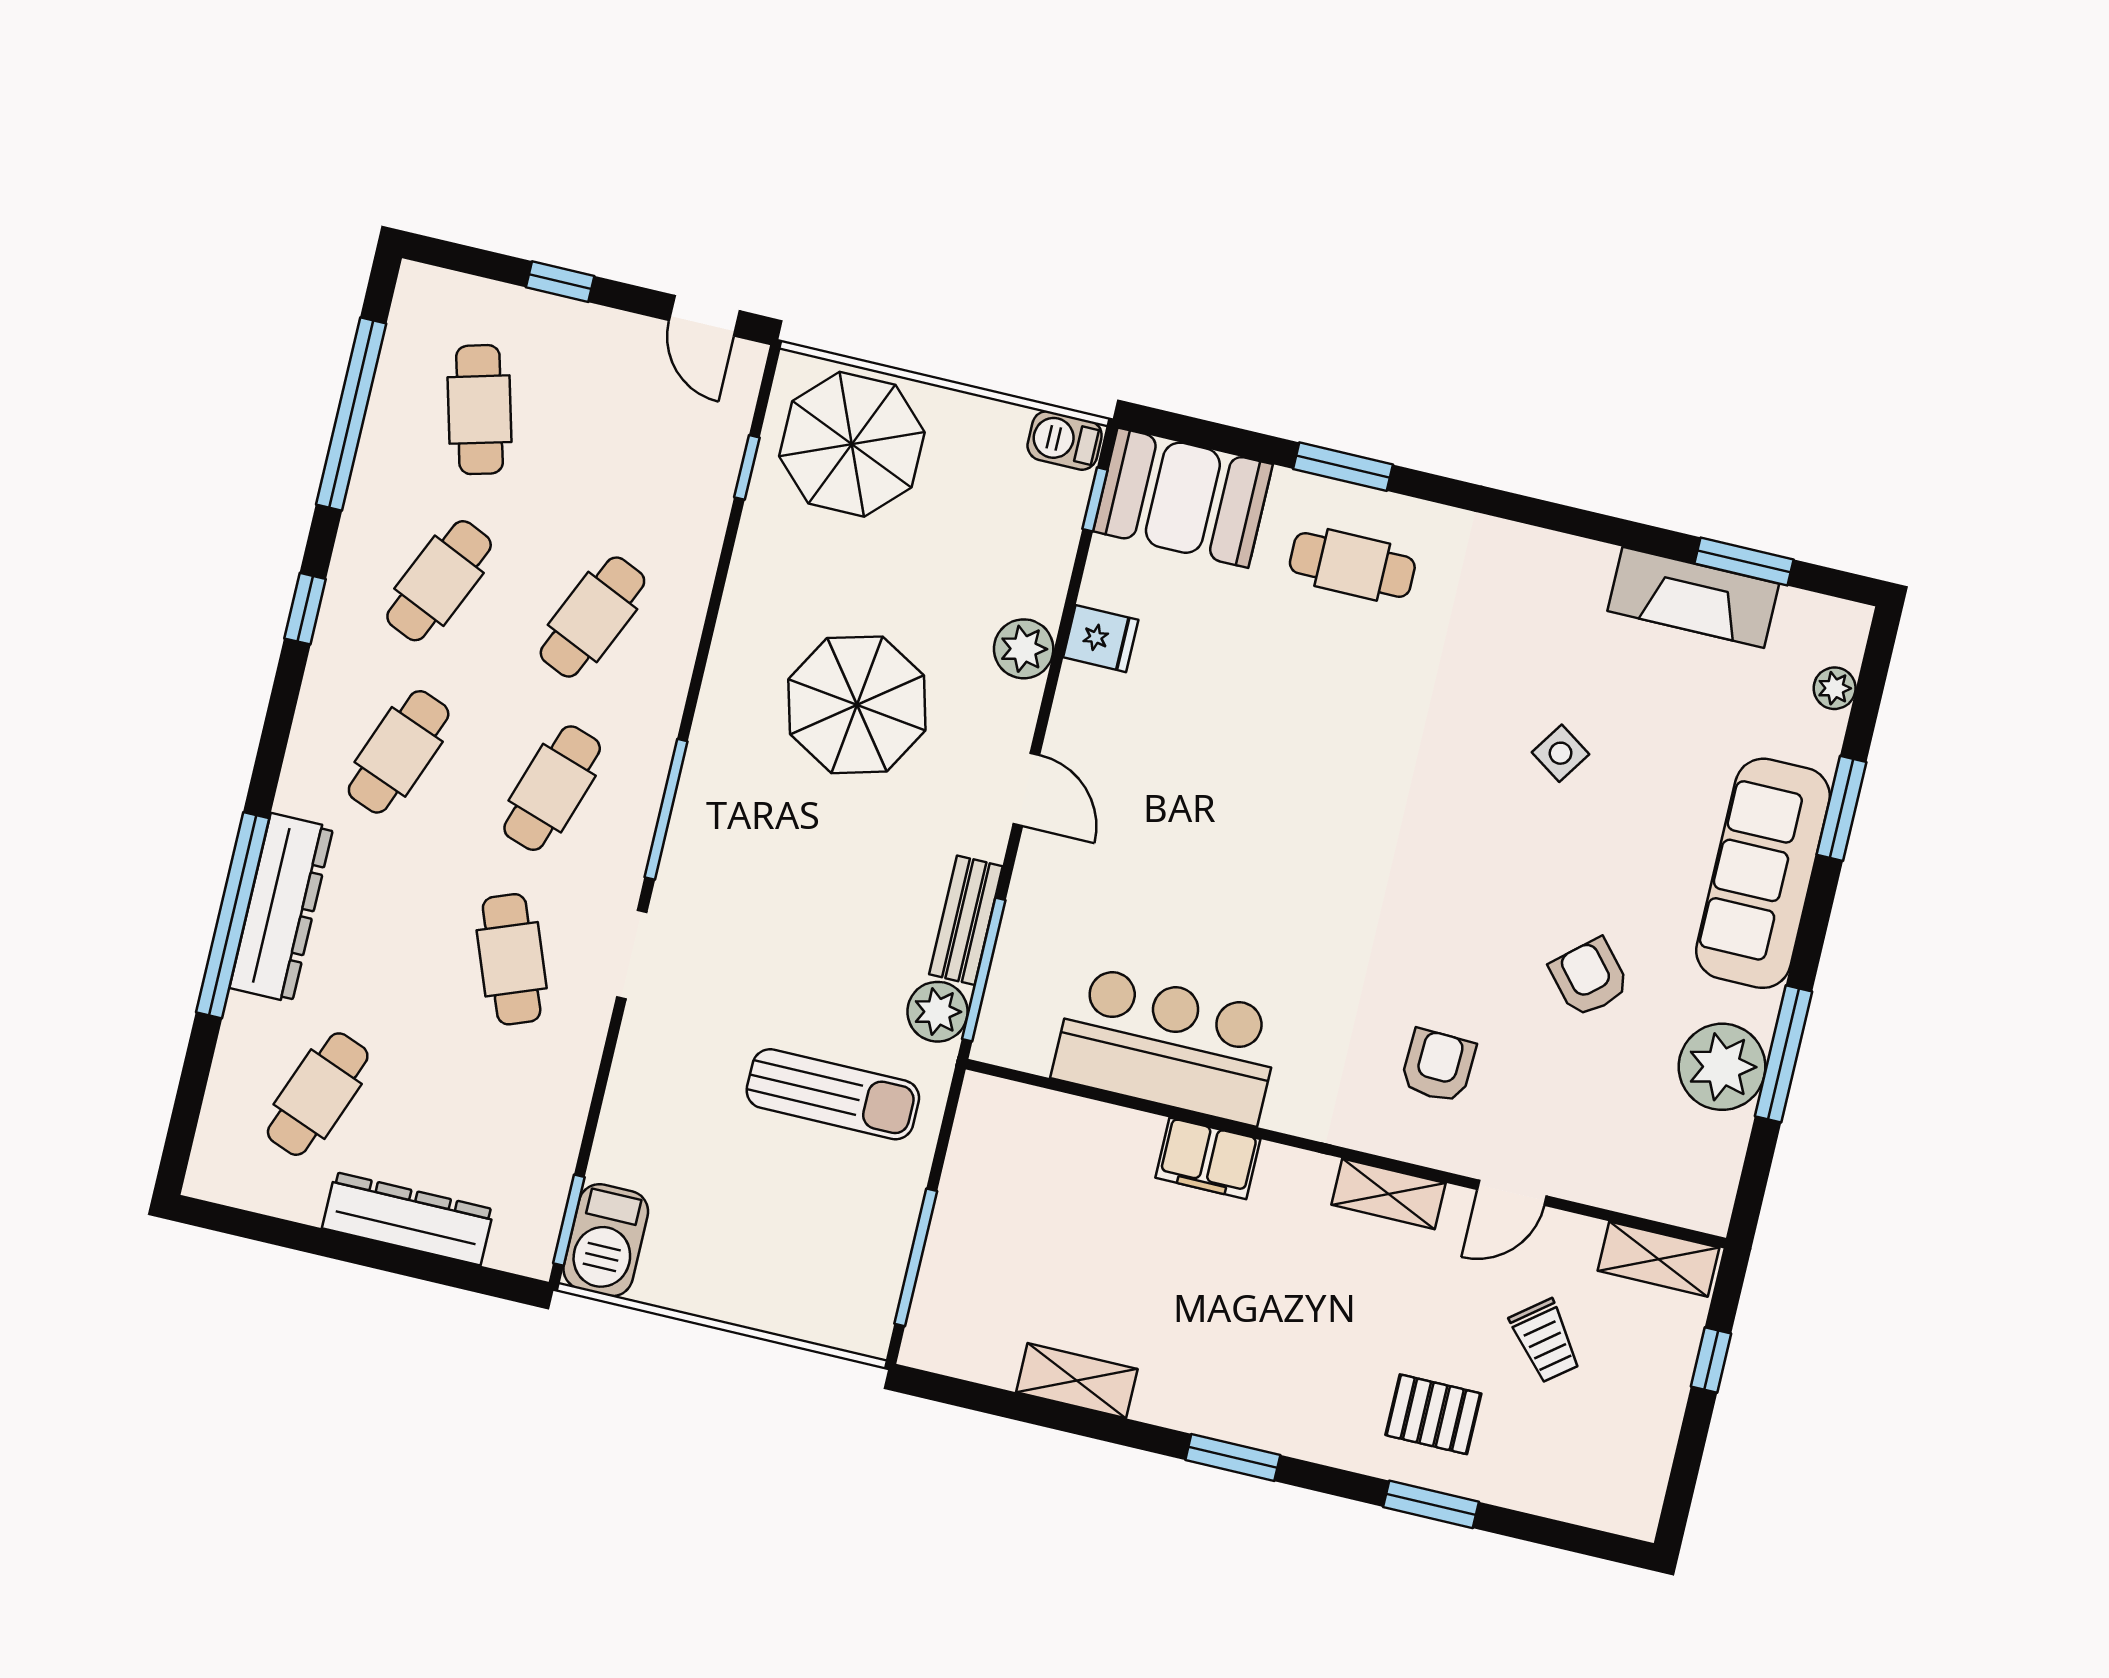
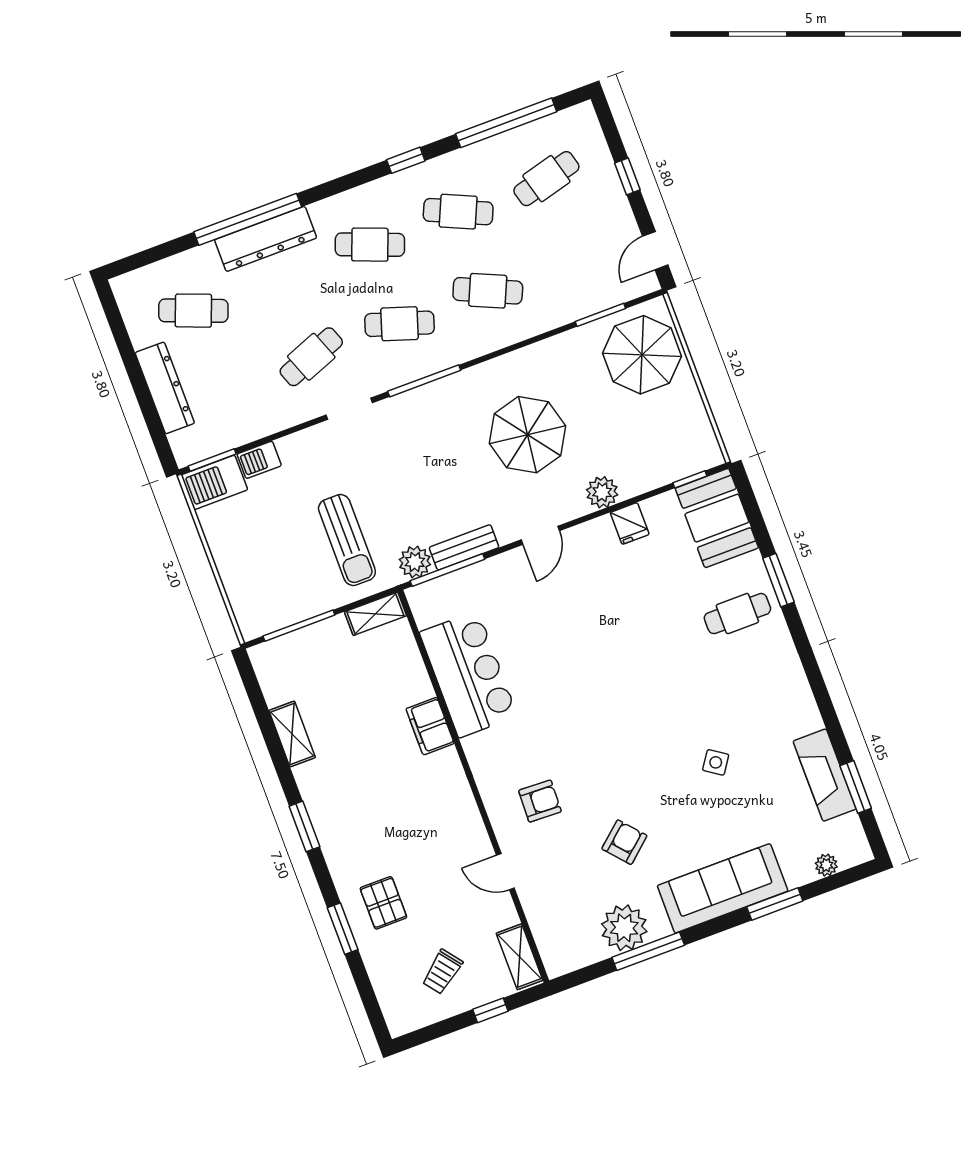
barbecue: (1065, 440) -> (259, 460), moved, turned -90
window: (747, 467) -> (600, 315), width x1.50
cafe table: (1352, 565) -> (737, 614), turned 90
shelving: (1389, 1194) -> (375, 614), moved, turned 90
trolley: (1545, 1341) -> (442, 972), moved

